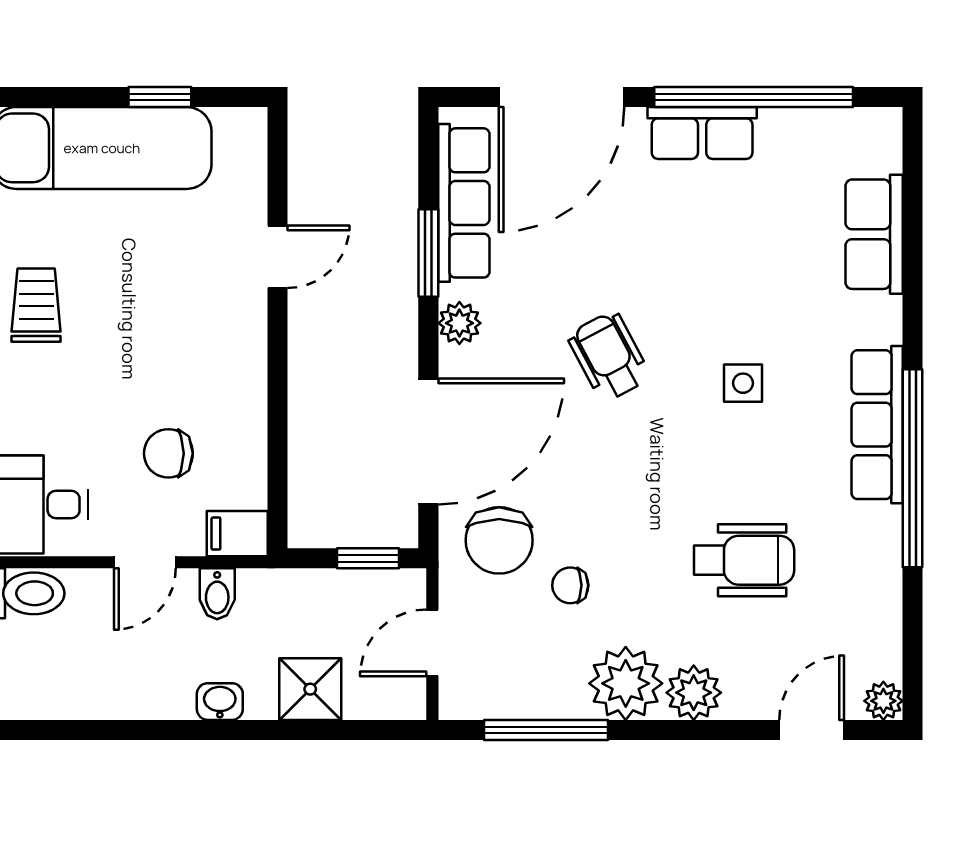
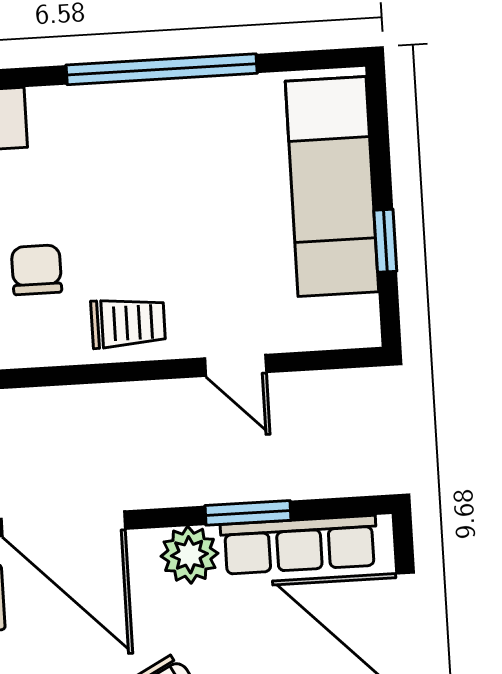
trolley: (36, 305) -> (128, 323), moved
plant: (459, 323) -> (189, 555), width x1.38, depth x1.38

